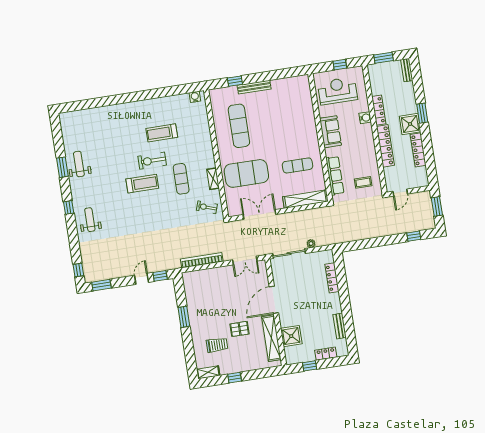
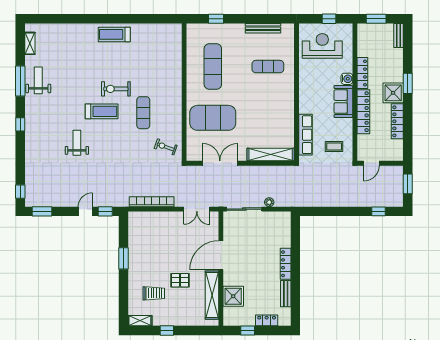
bench: (254, 87) -> (263, 28), moved
water cooler: (195, 97) -> (171, 29), removed
sofa: (330, 132) -> (343, 102), moved, turned 180
treadmill: (162, 133) -> (114, 34), moved
exercise mat: (297, 165) -> (268, 67), moved
window: (62, 167) -> (20, 81), width x1.44
shelving: (213, 179) -> (30, 43), moved
weight bench: (90, 220) -> (77, 143), moved
locker: (332, 278) -> (286, 264), moved

